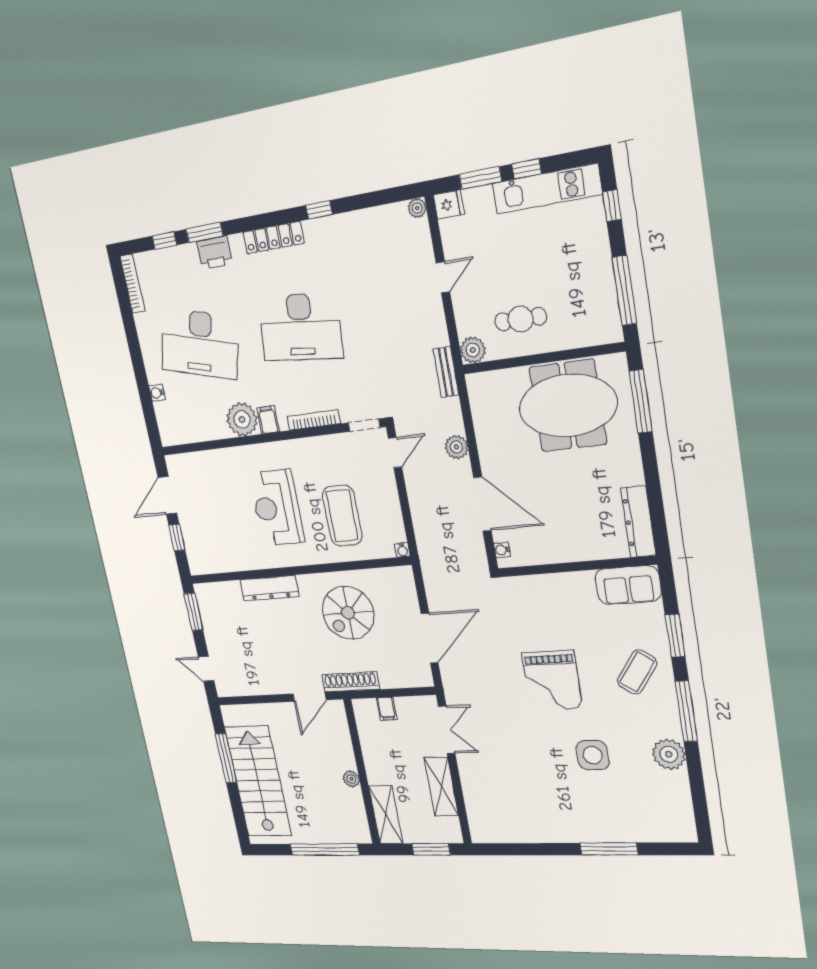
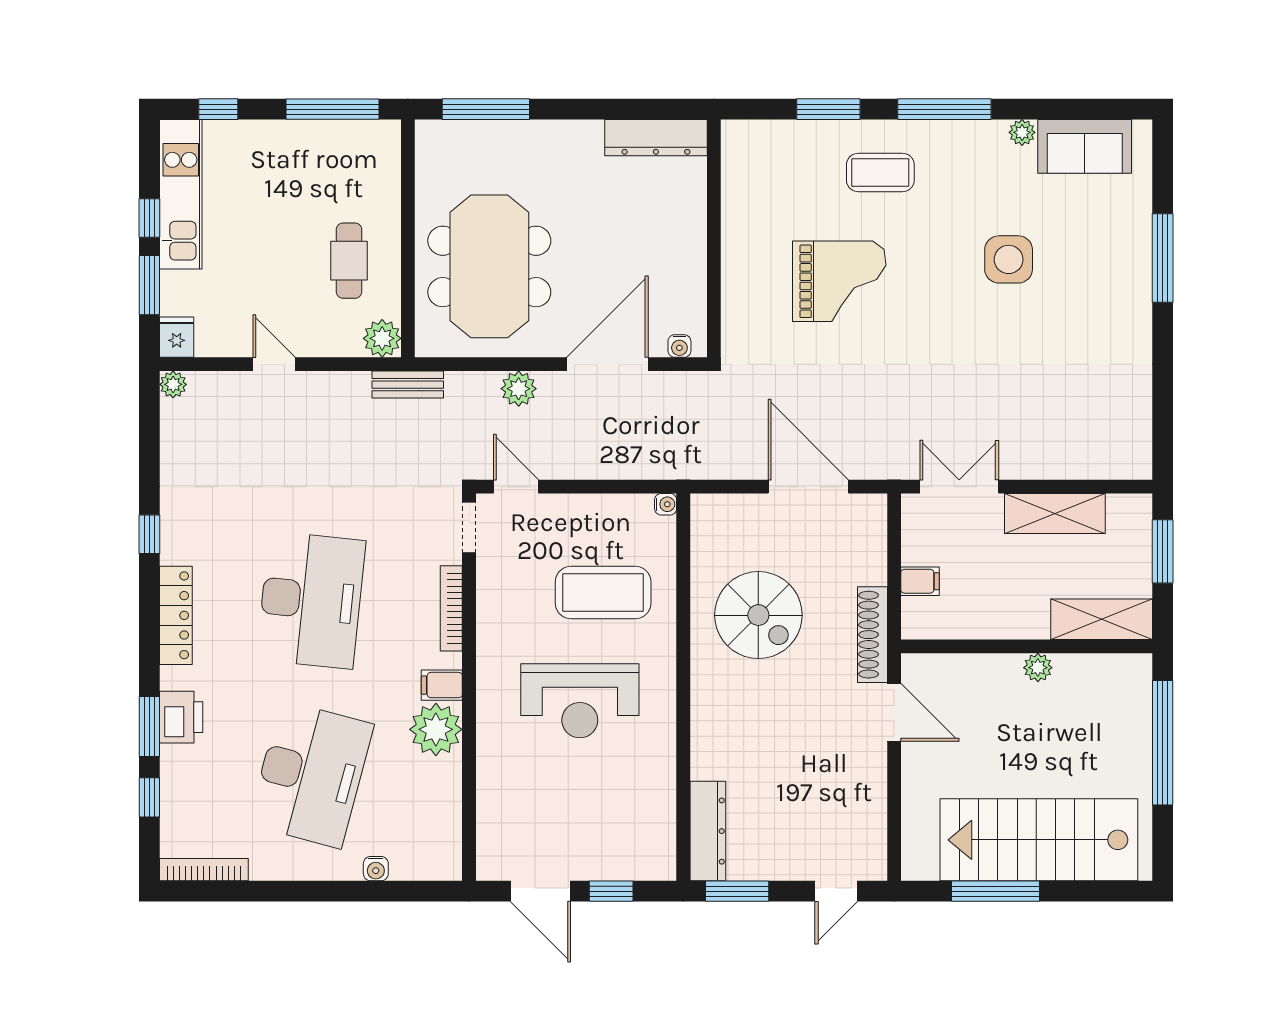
meeting table: (568, 406) -> (489, 266), moved
sofa: (628, 585) -> (1085, 146), moved, turned 90
dresser: (269, 588) -> (708, 831), moved
coffee table: (637, 672) -> (880, 172), turned -36
grand piano: (552, 680) -> (839, 281), moved
plant: (669, 754) -> (1022, 132), width x0.53, depth x0.53

